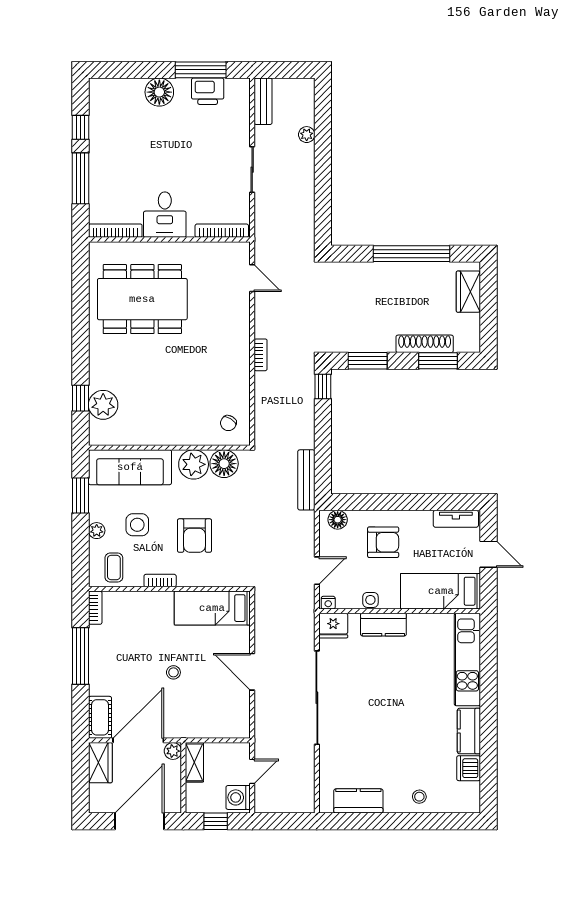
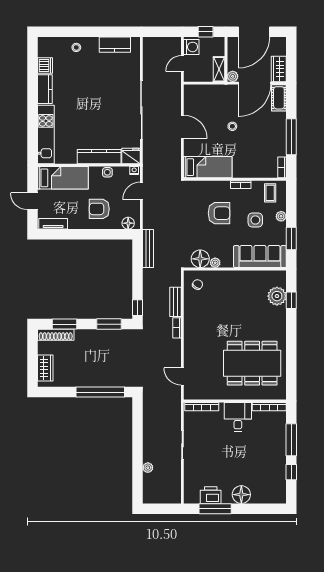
bench: (263, 101) -> (175, 302), moved
window: (412, 254) -> (100, 392), moved
shoe rack: (425, 344) -> (56, 335), moved
plant: (194, 464) -> (215, 263), width x0.53, depth x0.53
armchair: (194, 536) -> (219, 213), turned 90
kitchen counter: (383, 625) -> (99, 157), width x1.50

